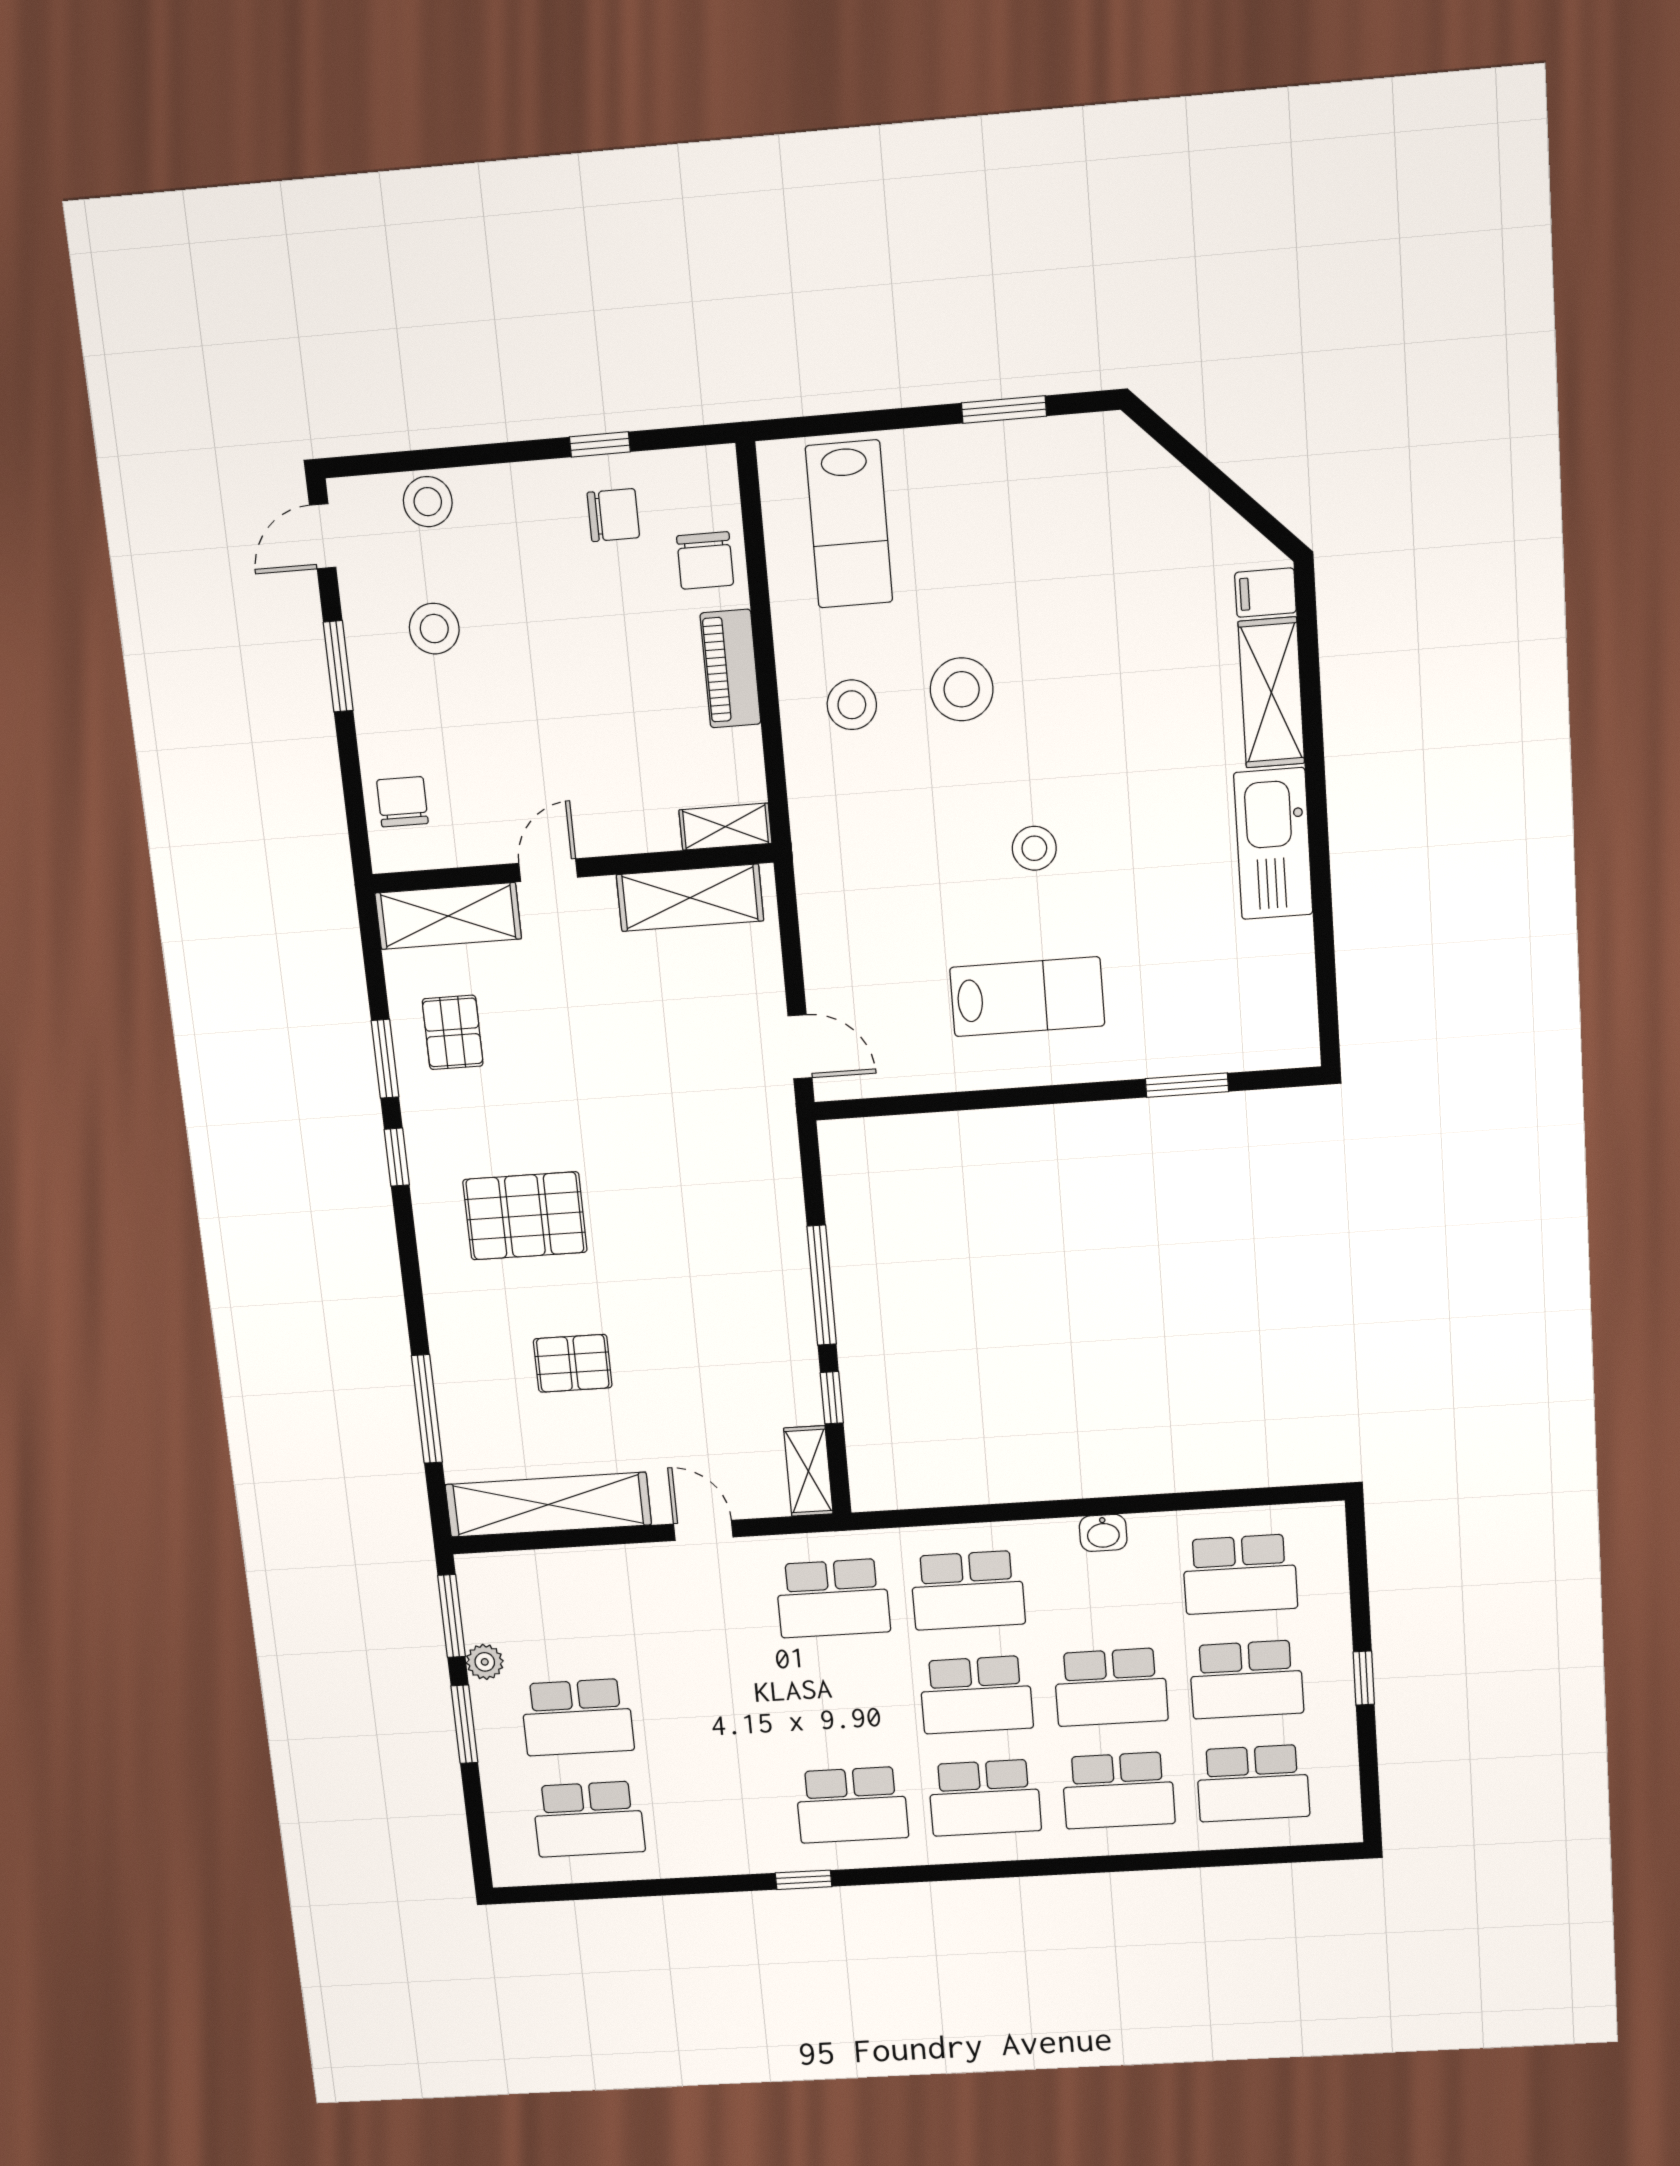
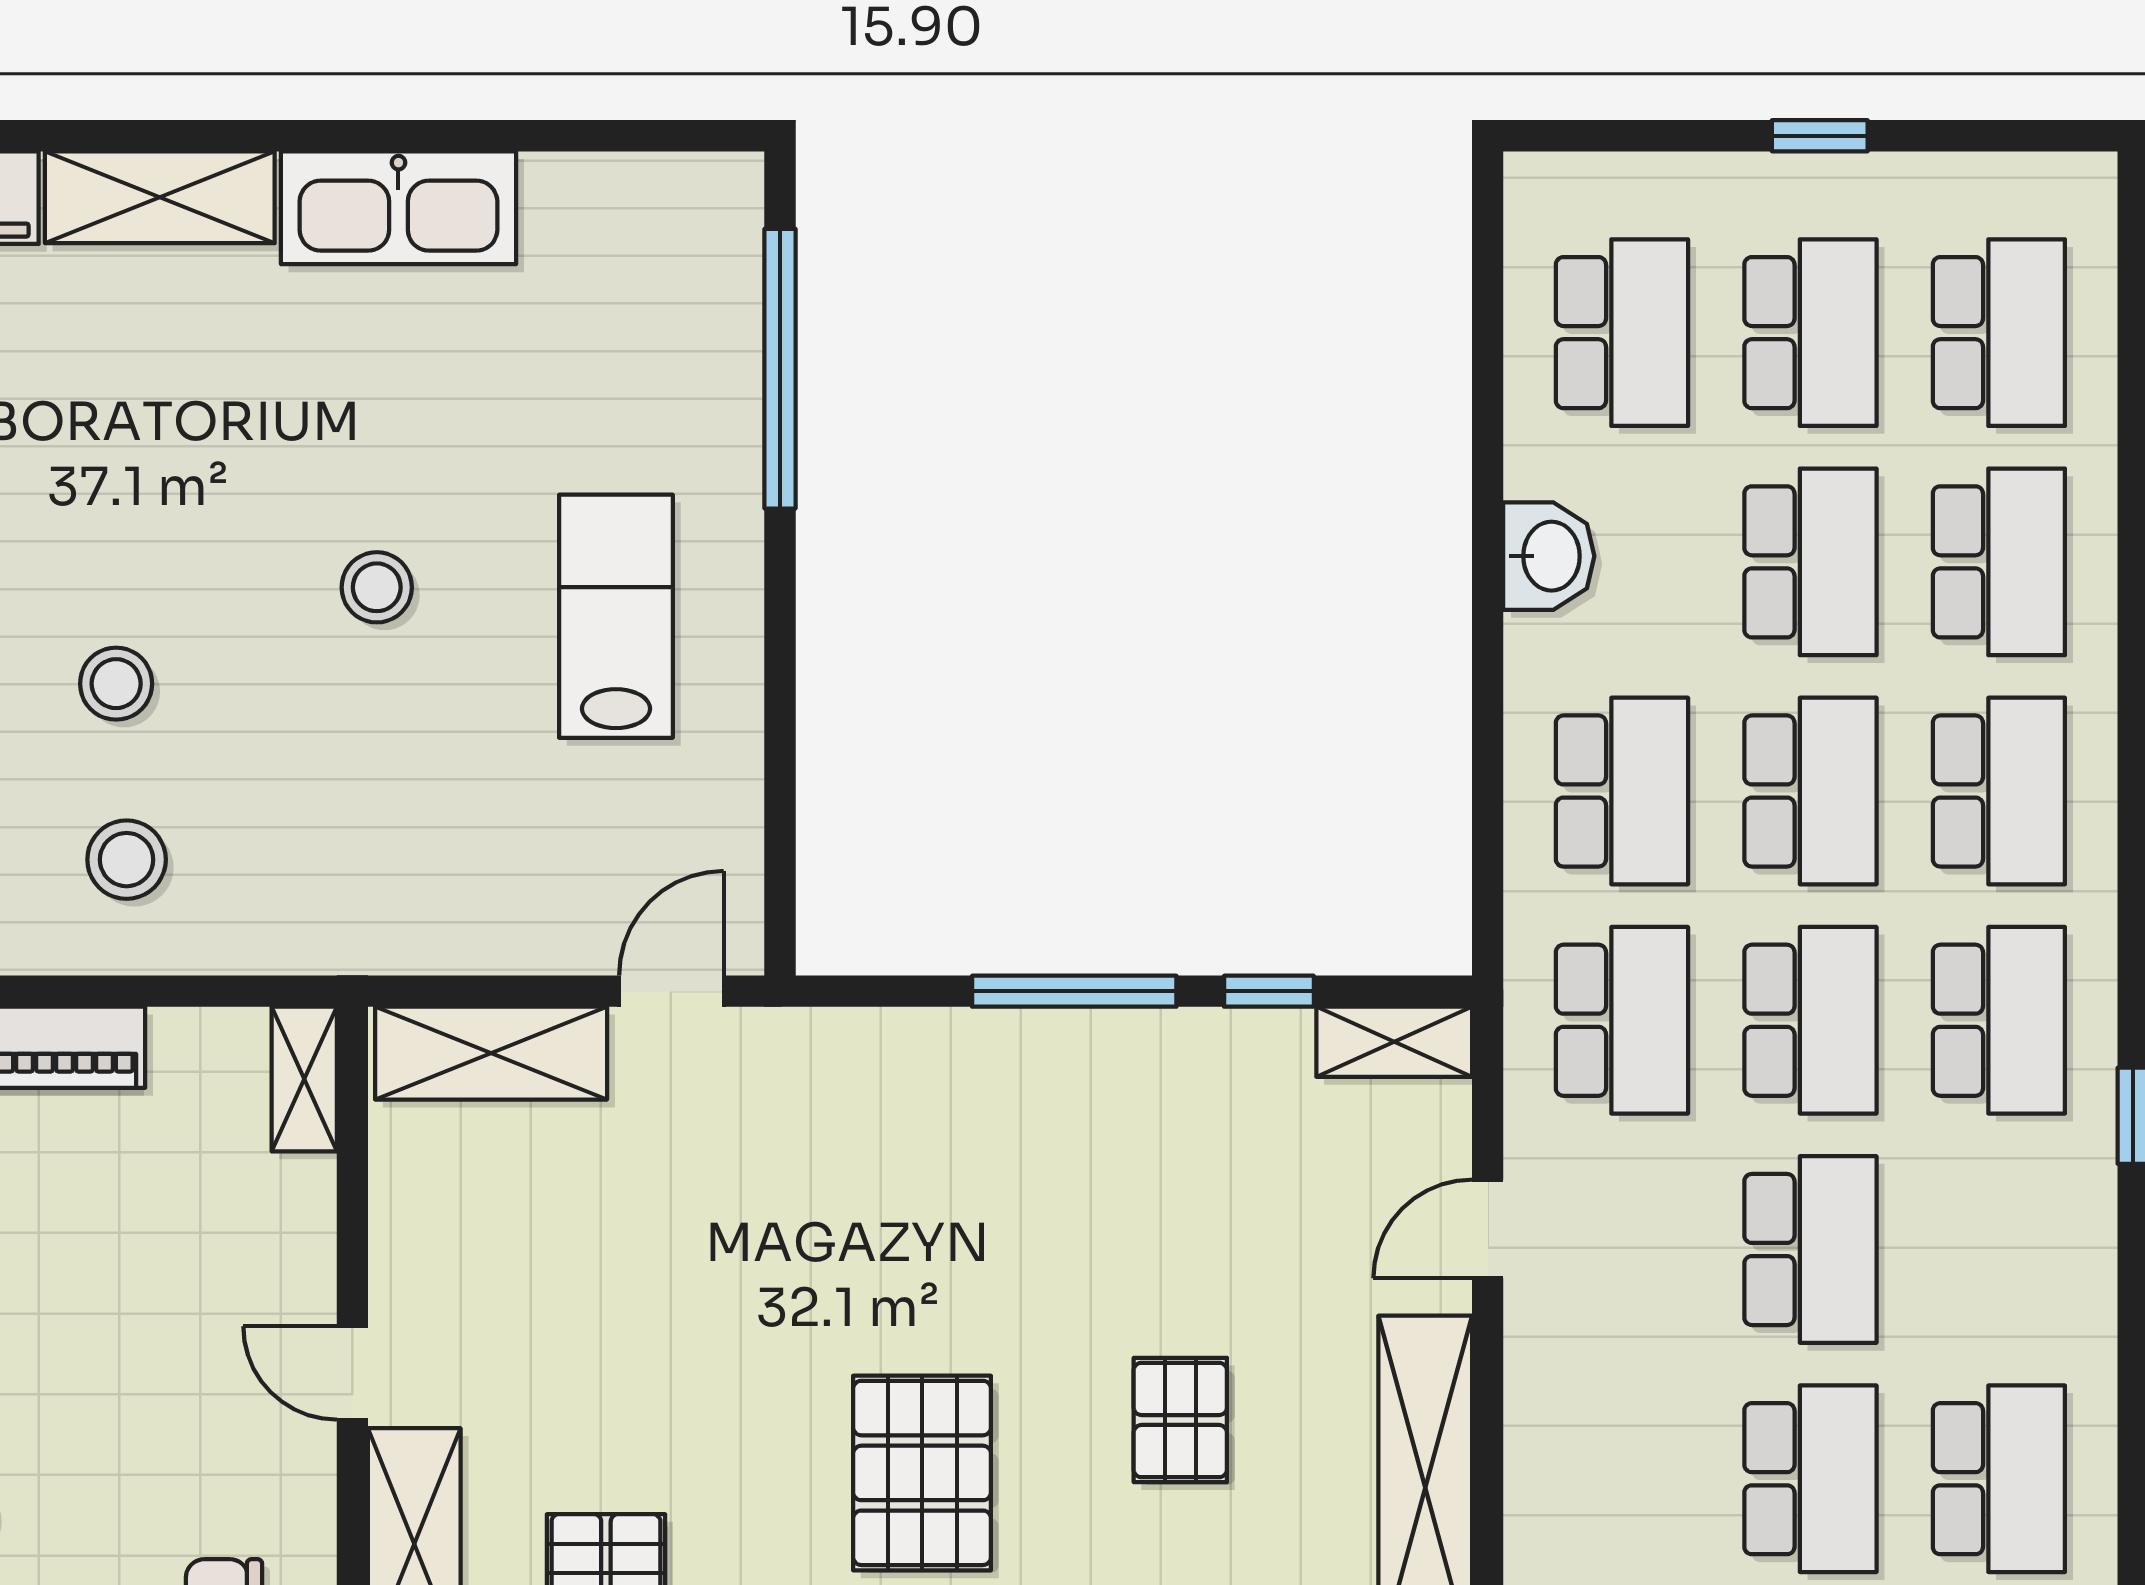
stool: (962, 689) -> (116, 684), width x0.73, depth x0.73
shelving: (690, 898) -> (491, 1053), moved, turned 90
window: (1187, 1085) -> (780, 369), width x2.11
washbasin: (1103, 1533) -> (1549, 556), width x1.38, depth x1.45
school desk: (842, 1702) -> (1810, 1020), added
school desk: (709, 1710) -> (1810, 1249), added

